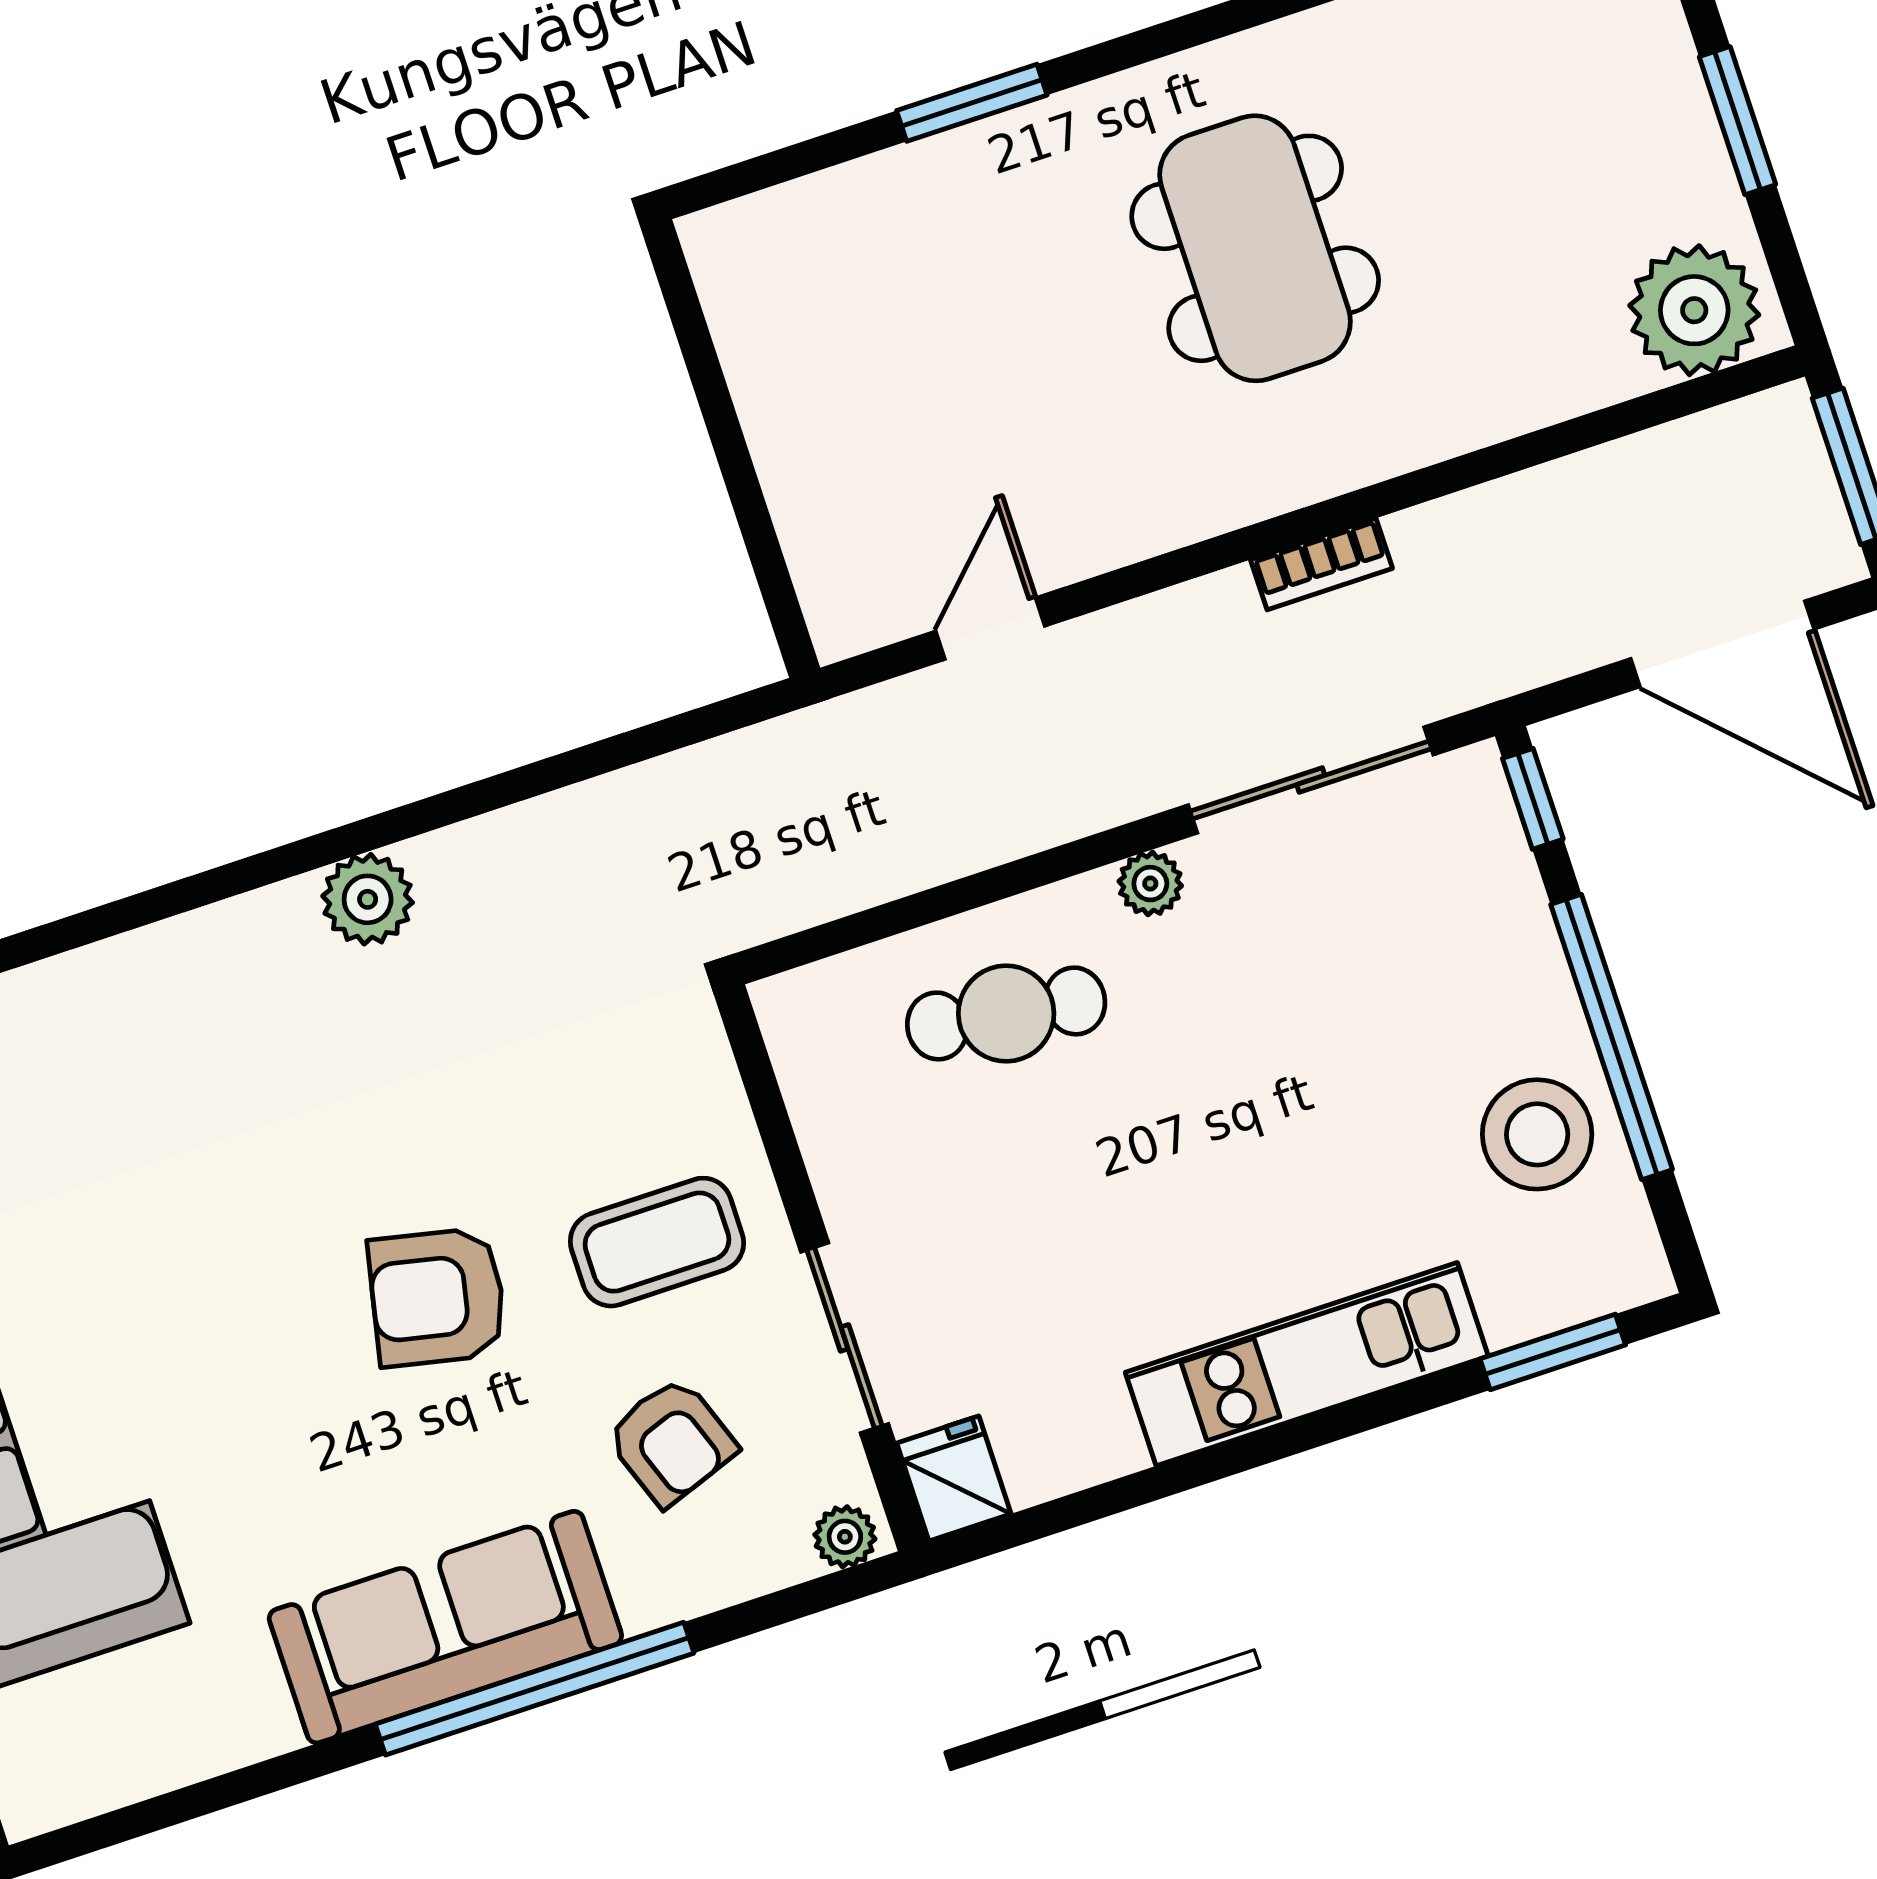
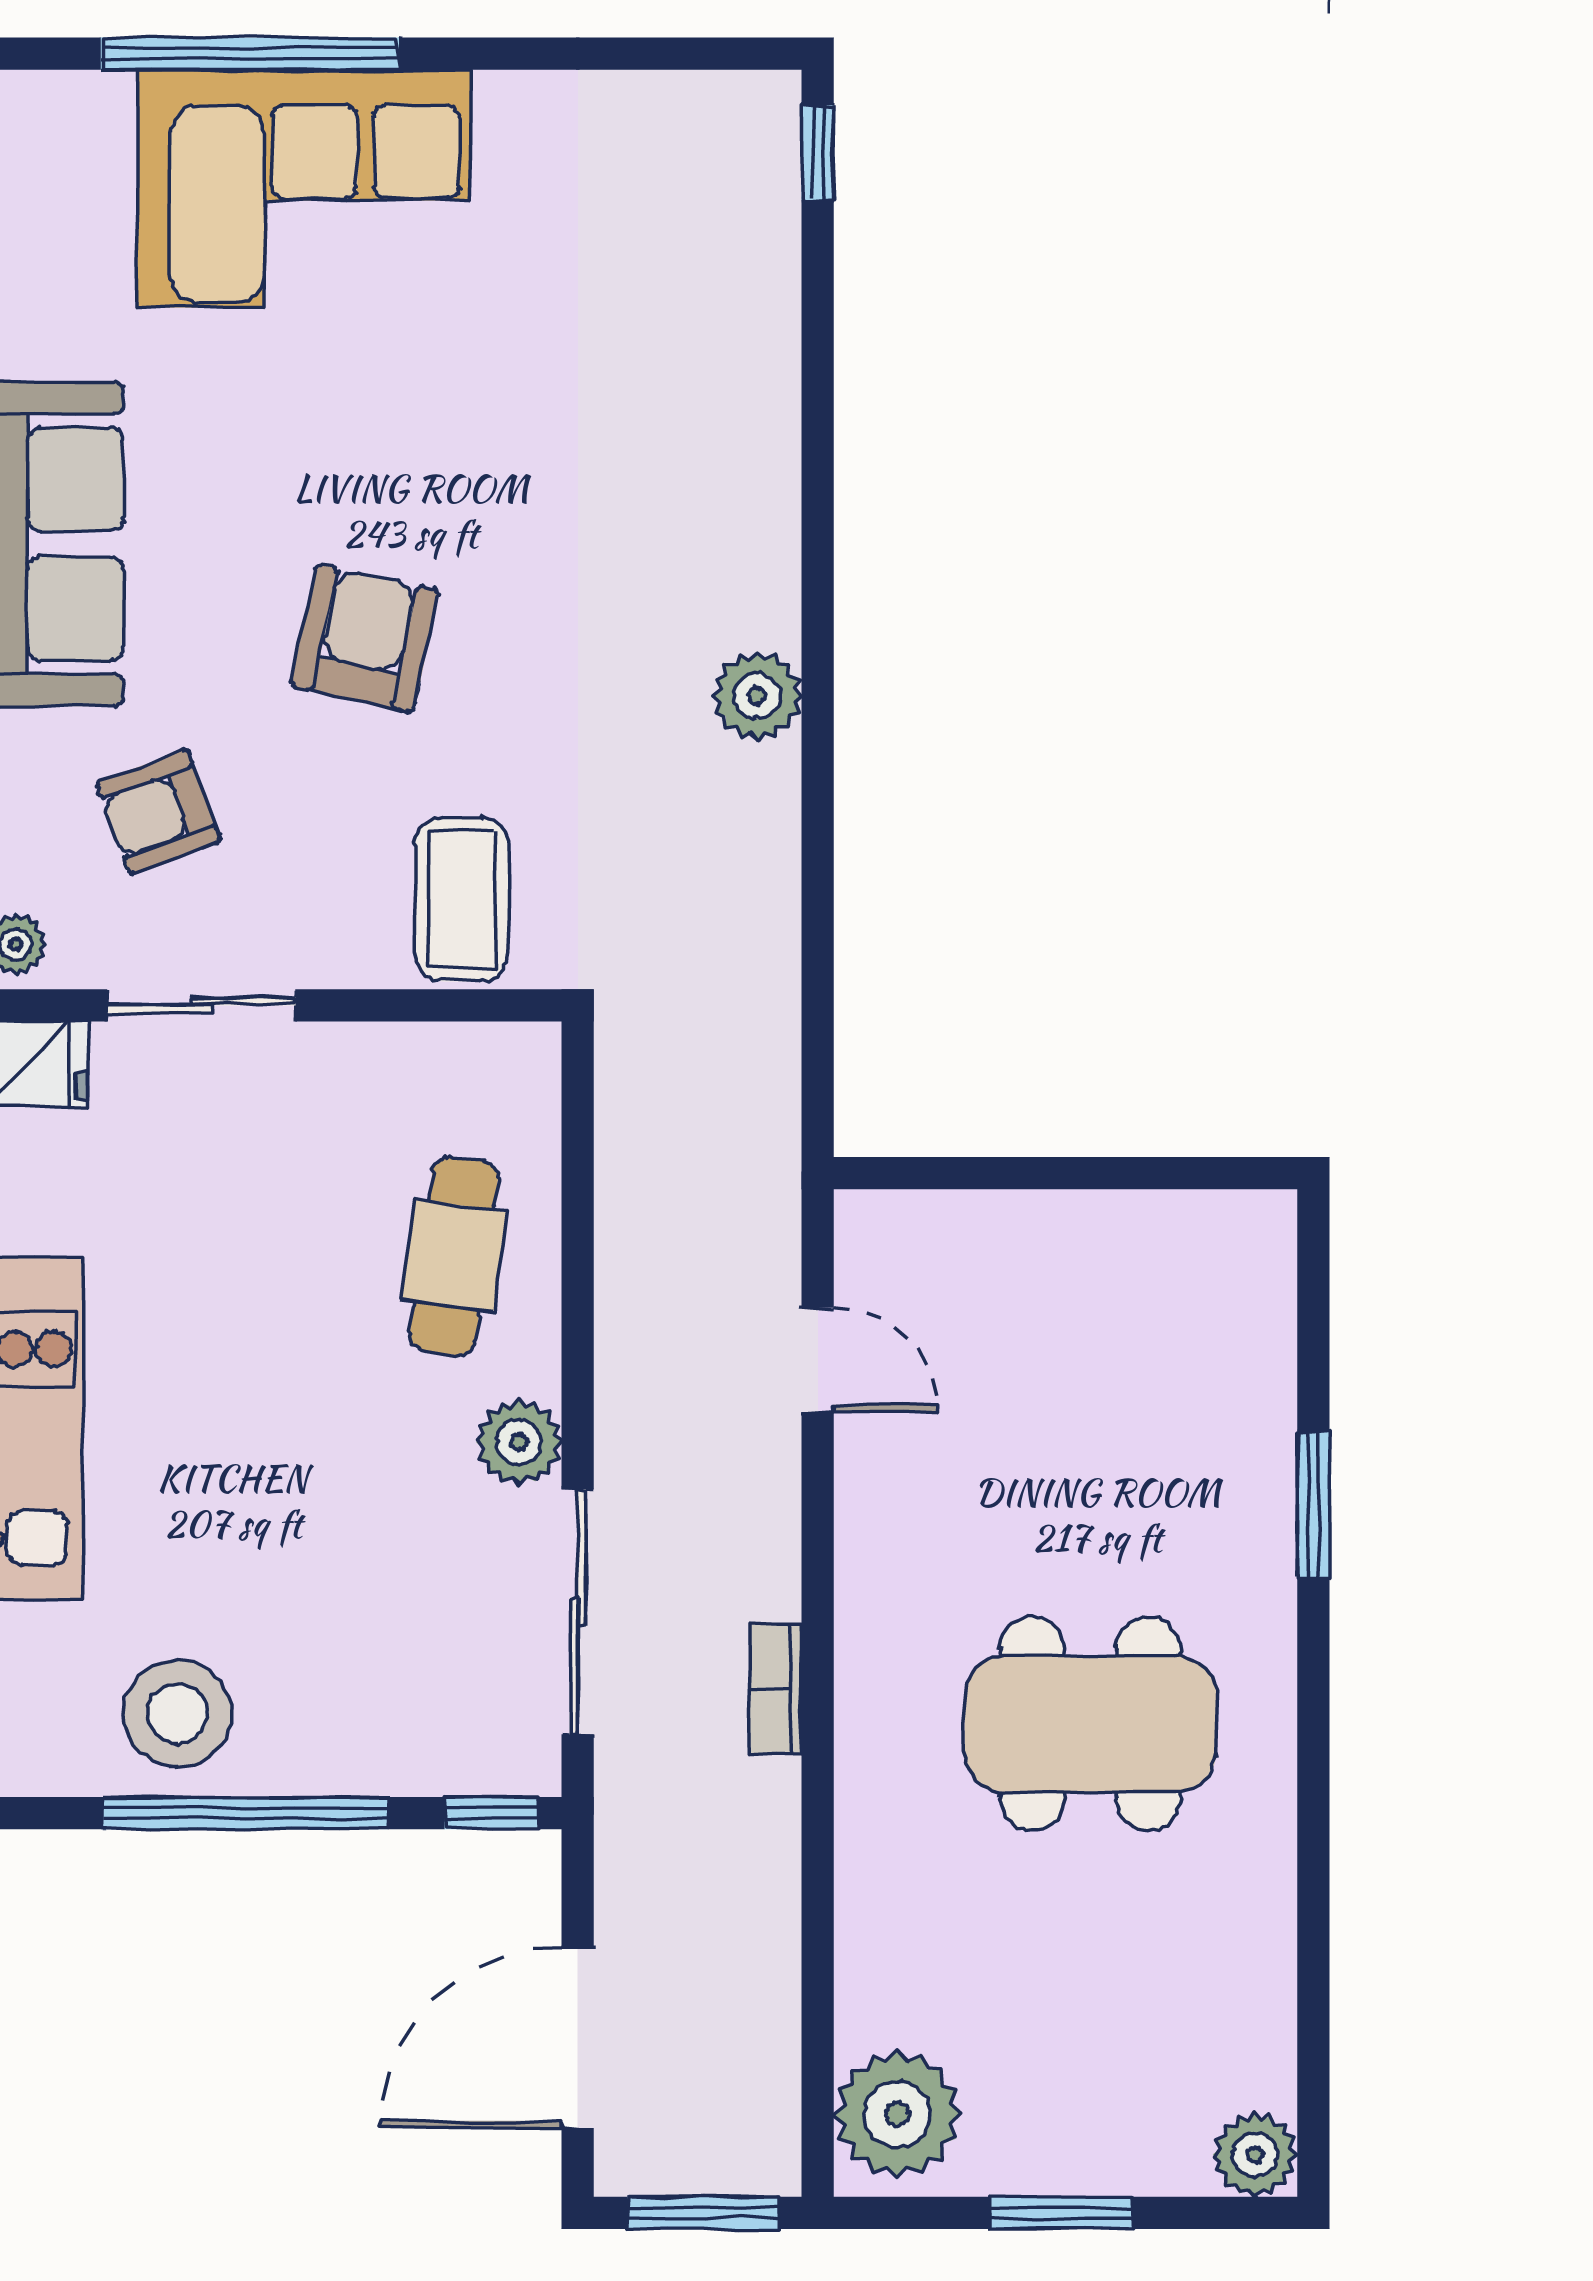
plant: (1150, 884) -> (519, 1442), width x1.38, depth x1.38
coffee table: (657, 1242) -> (461, 899), moved

